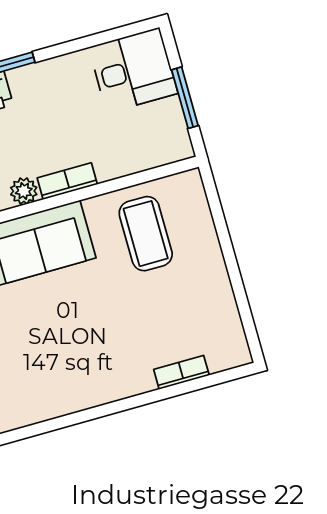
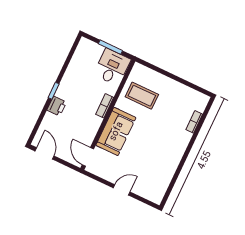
desk: (133, 70) -> (112, 67), moved
plant: (24, 191) -> (96, 122), removed

